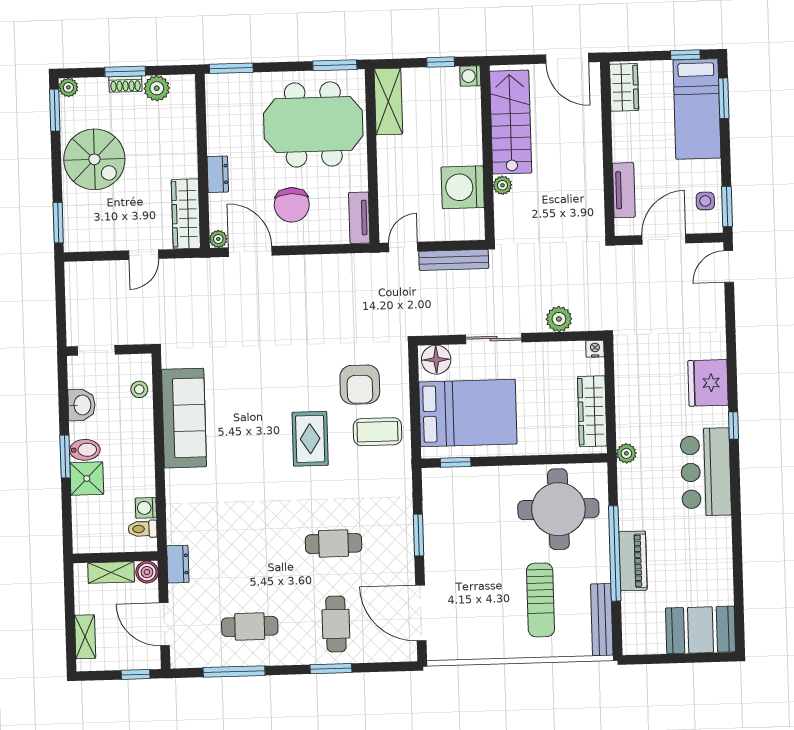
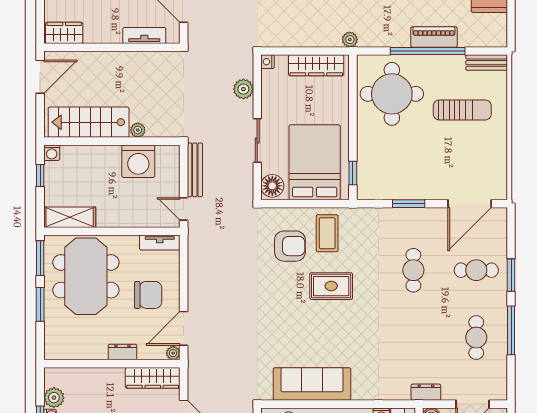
window: (231, 68) -> (40, 304), moved
bench: (602, 620) -> (487, 63), width x0.73
window: (234, 672) -> (511, 330), moved

